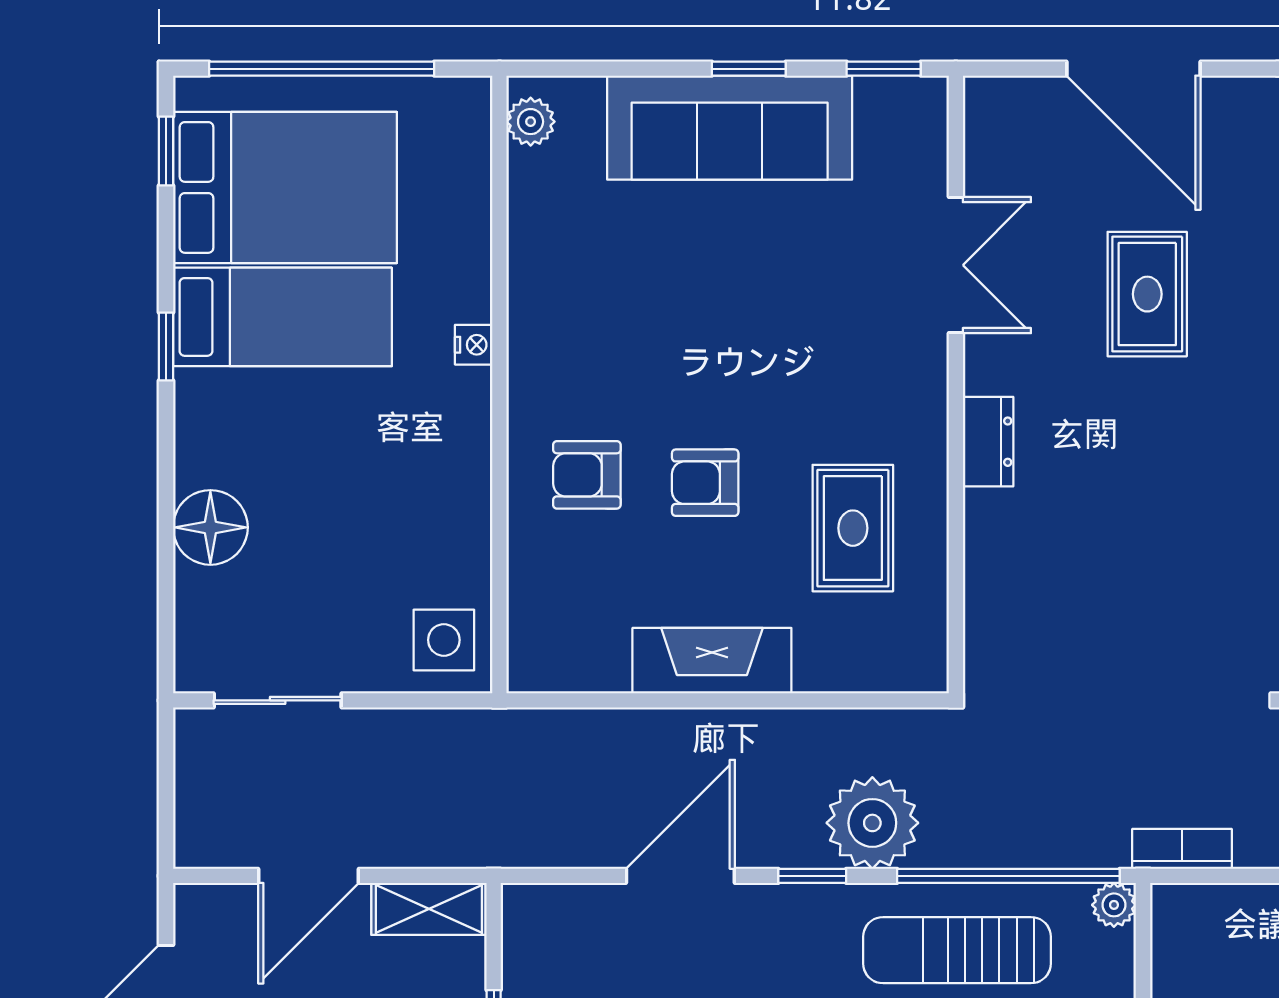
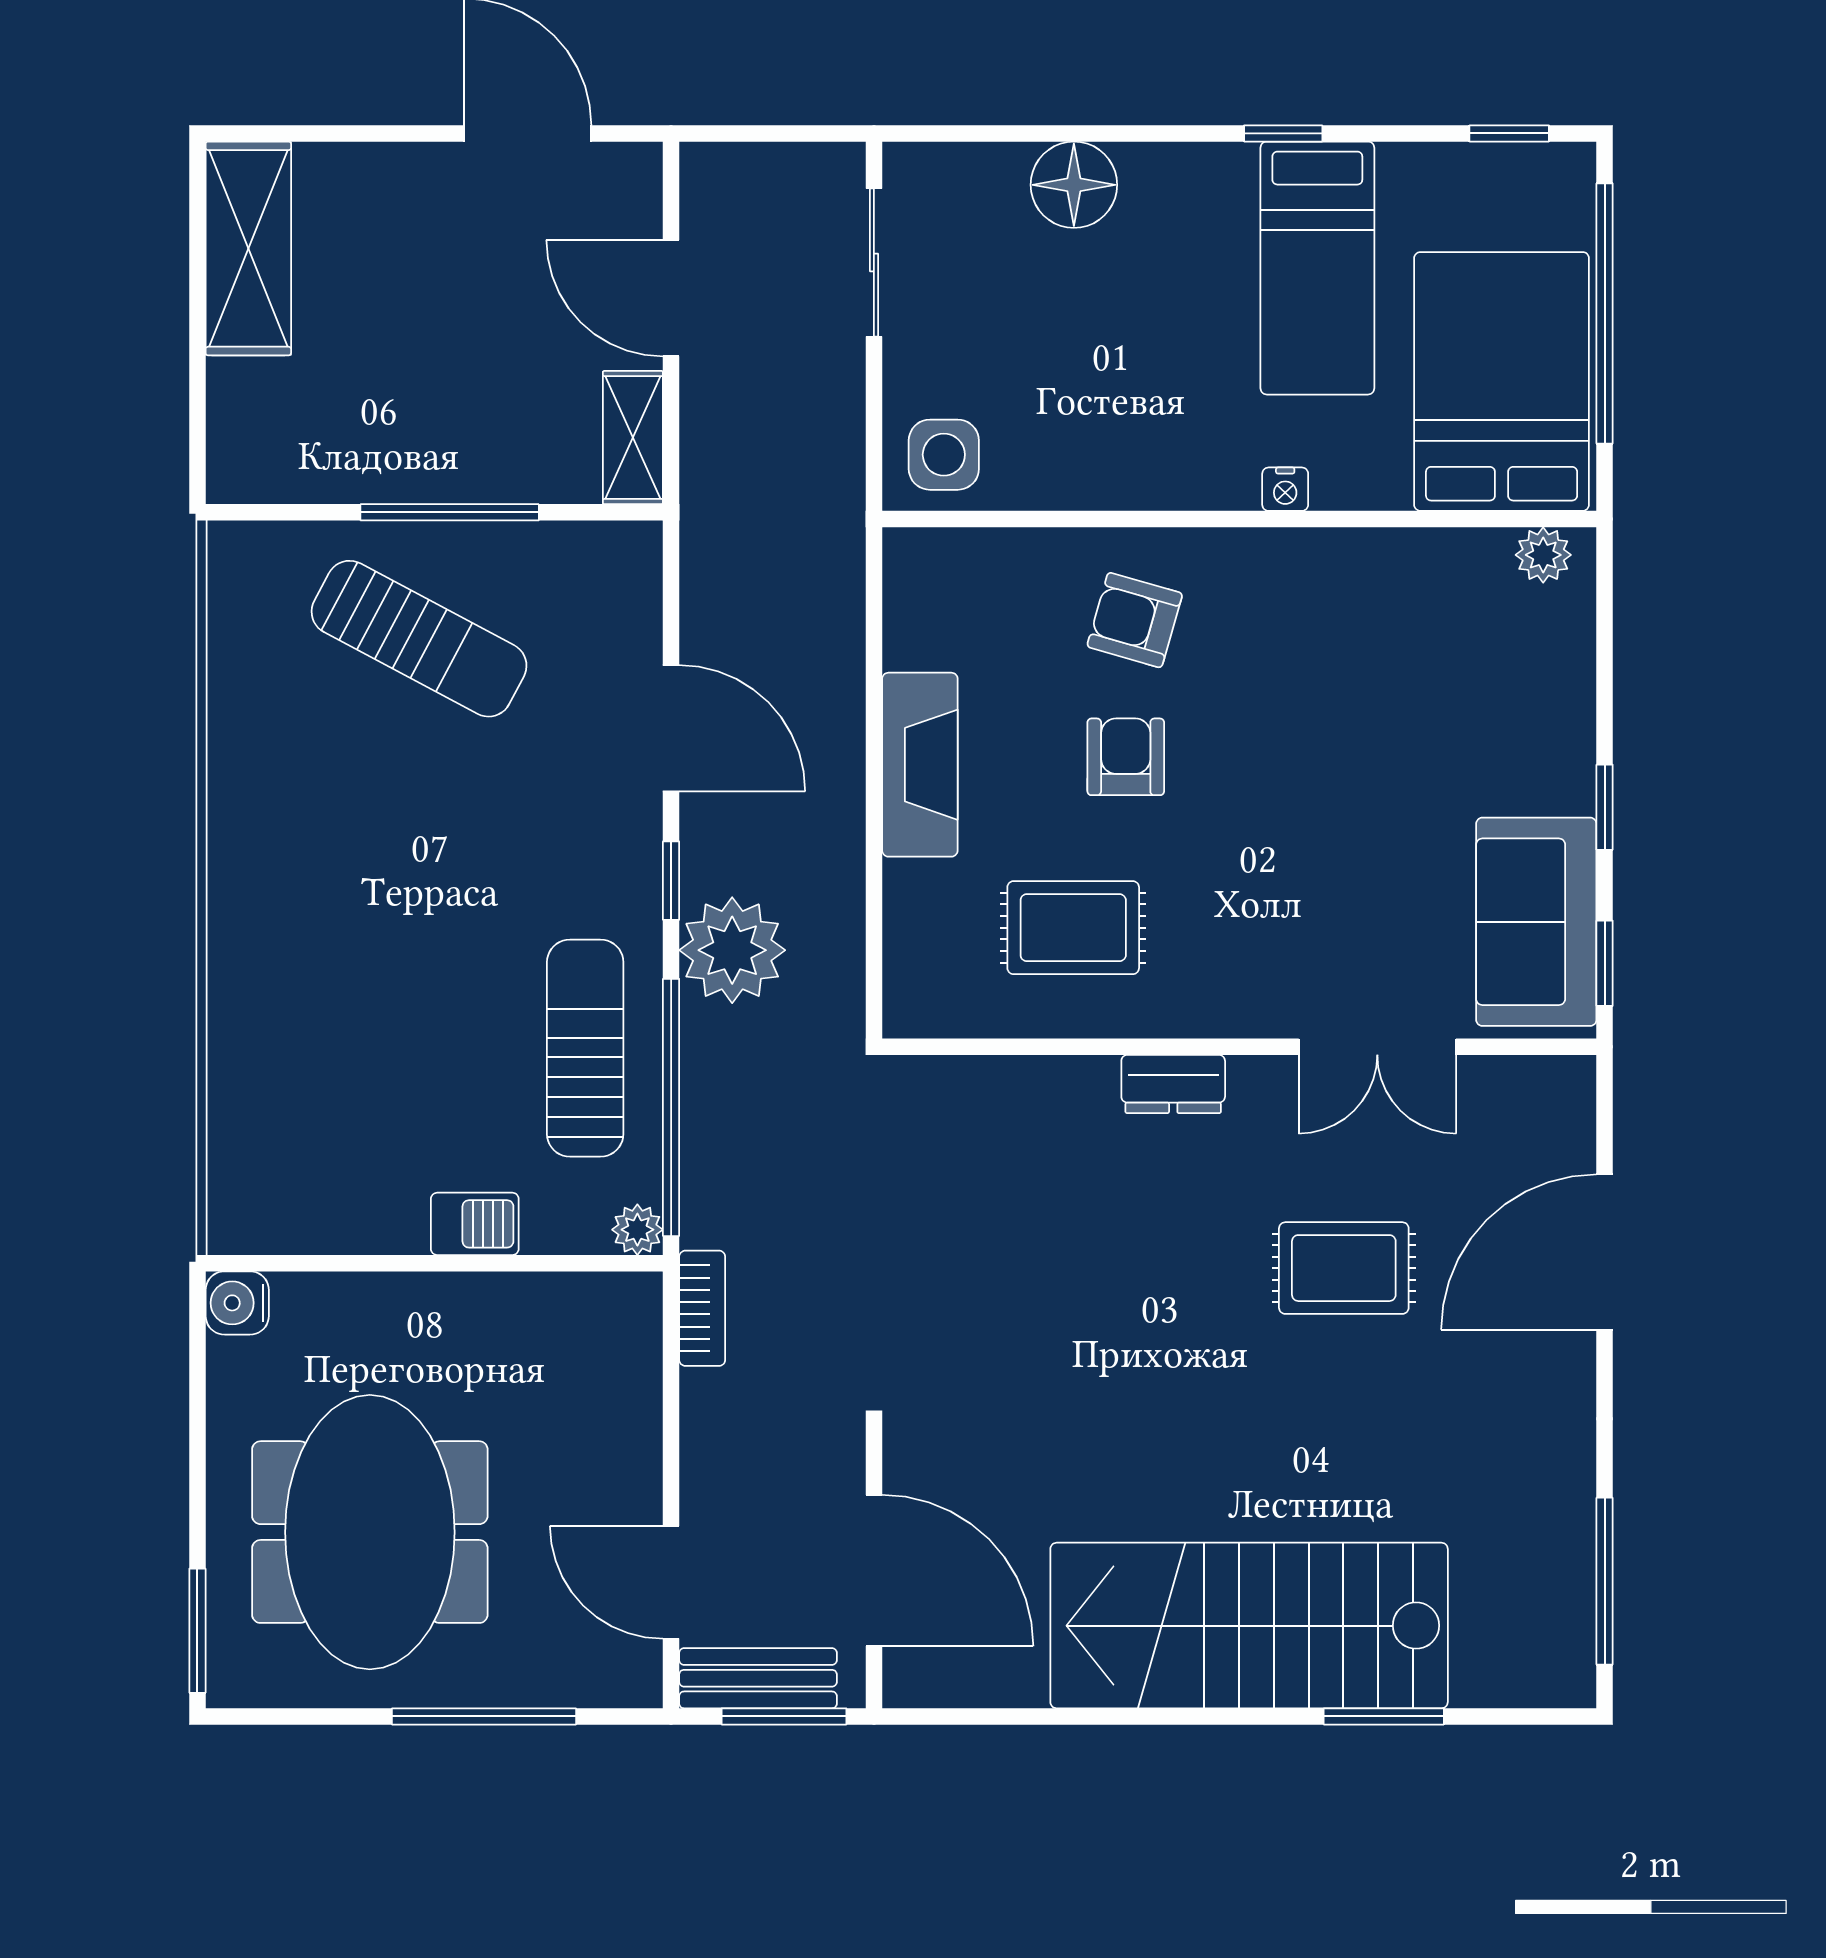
sofa: (730, 128) -> (1536, 922), moved, width x0.73
bed: (285, 187) -> (1502, 381), moved, turned 180
armchair: (587, 475) -> (1135, 620), turned -74

